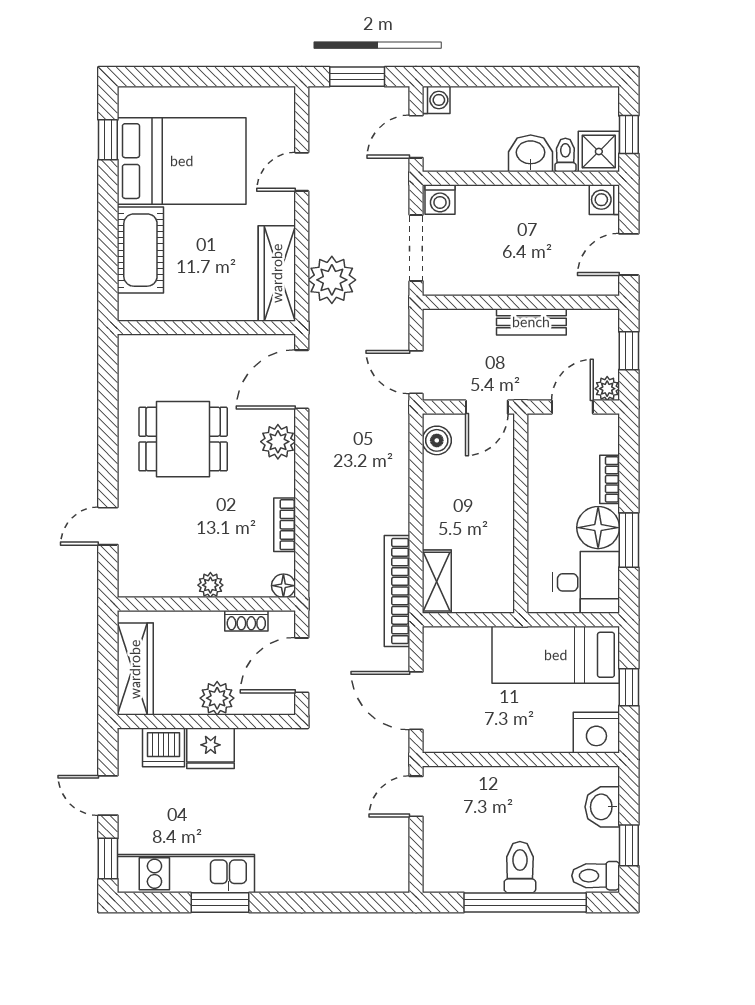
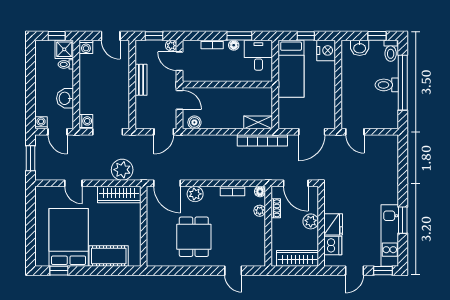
washbasin: (531, 153) -> (65, 98), moved
floor lamp: (598, 528) -> (234, 45), width x0.53, depth x0.53
plant: (210, 585) -> (260, 211), moved

